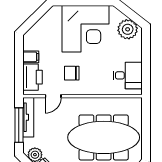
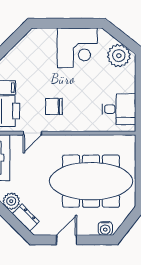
corner desk: (86, 29) -> (77, 48), width x0.74, depth x0.74

